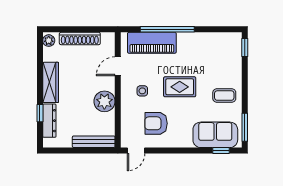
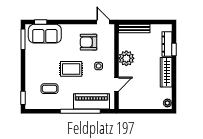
shoe rack: (80, 38) -> (145, 105), removed
coffee table: (224, 96) -> (50, 89), moved
armchair: (156, 123) -> (88, 42), turned 180
door: (136, 151) -> (103, 22), hinge flipped

